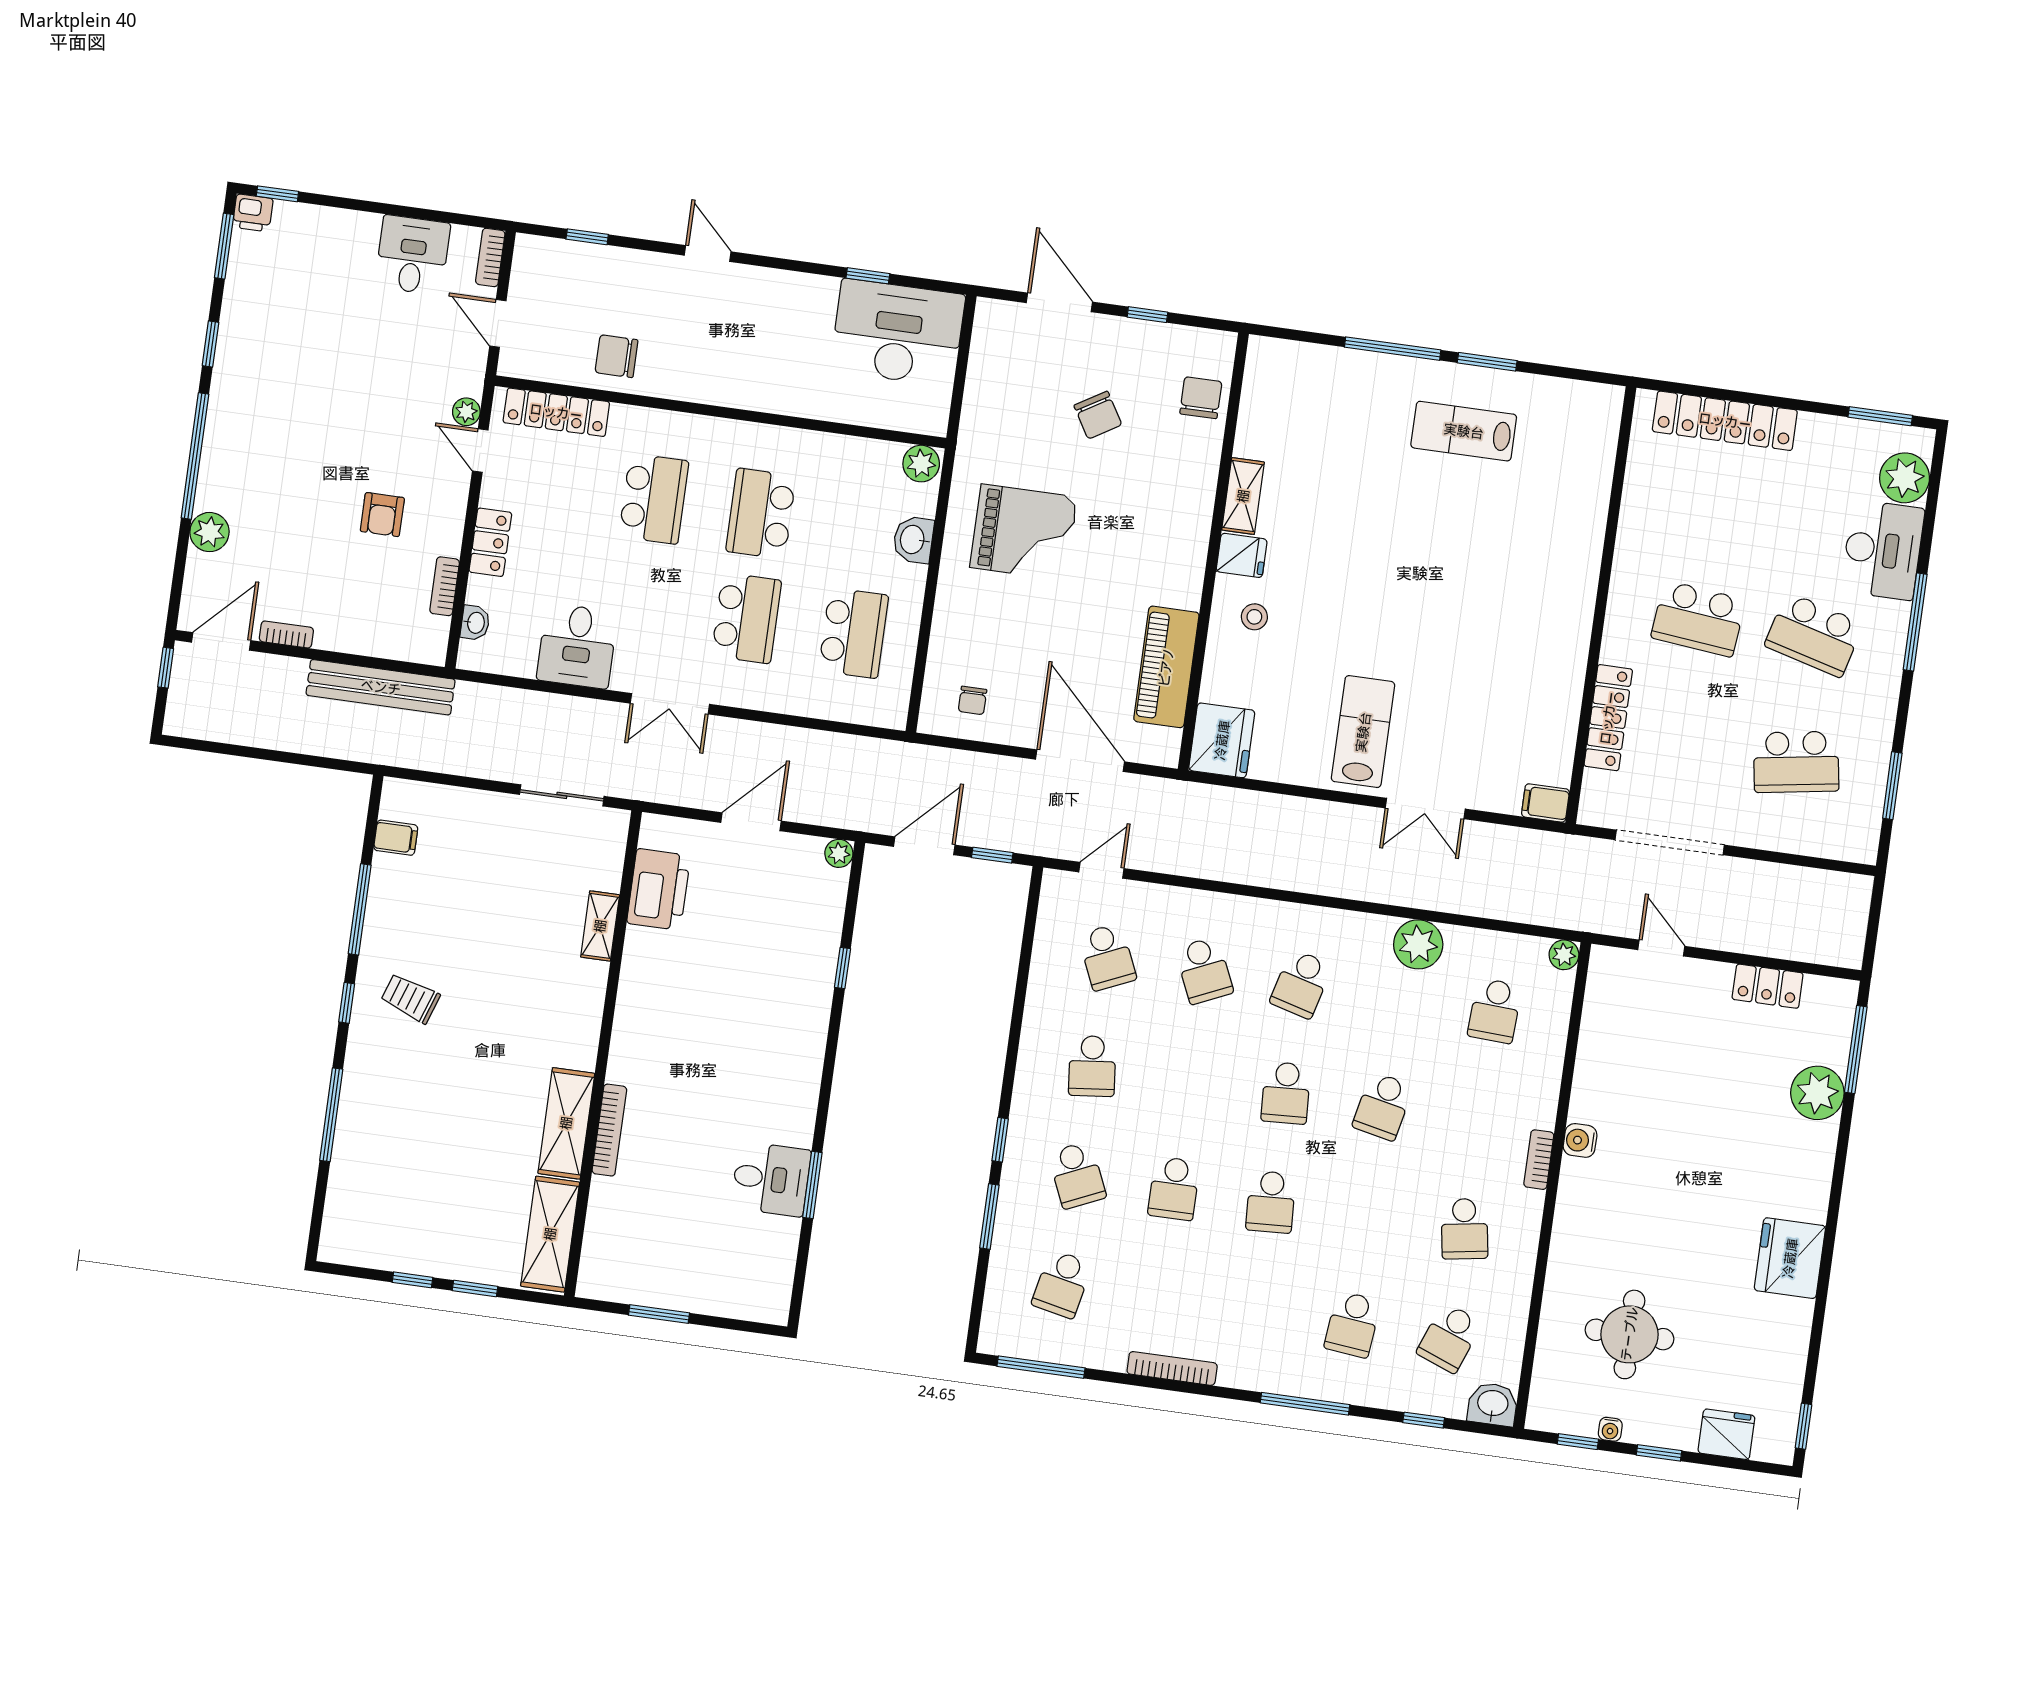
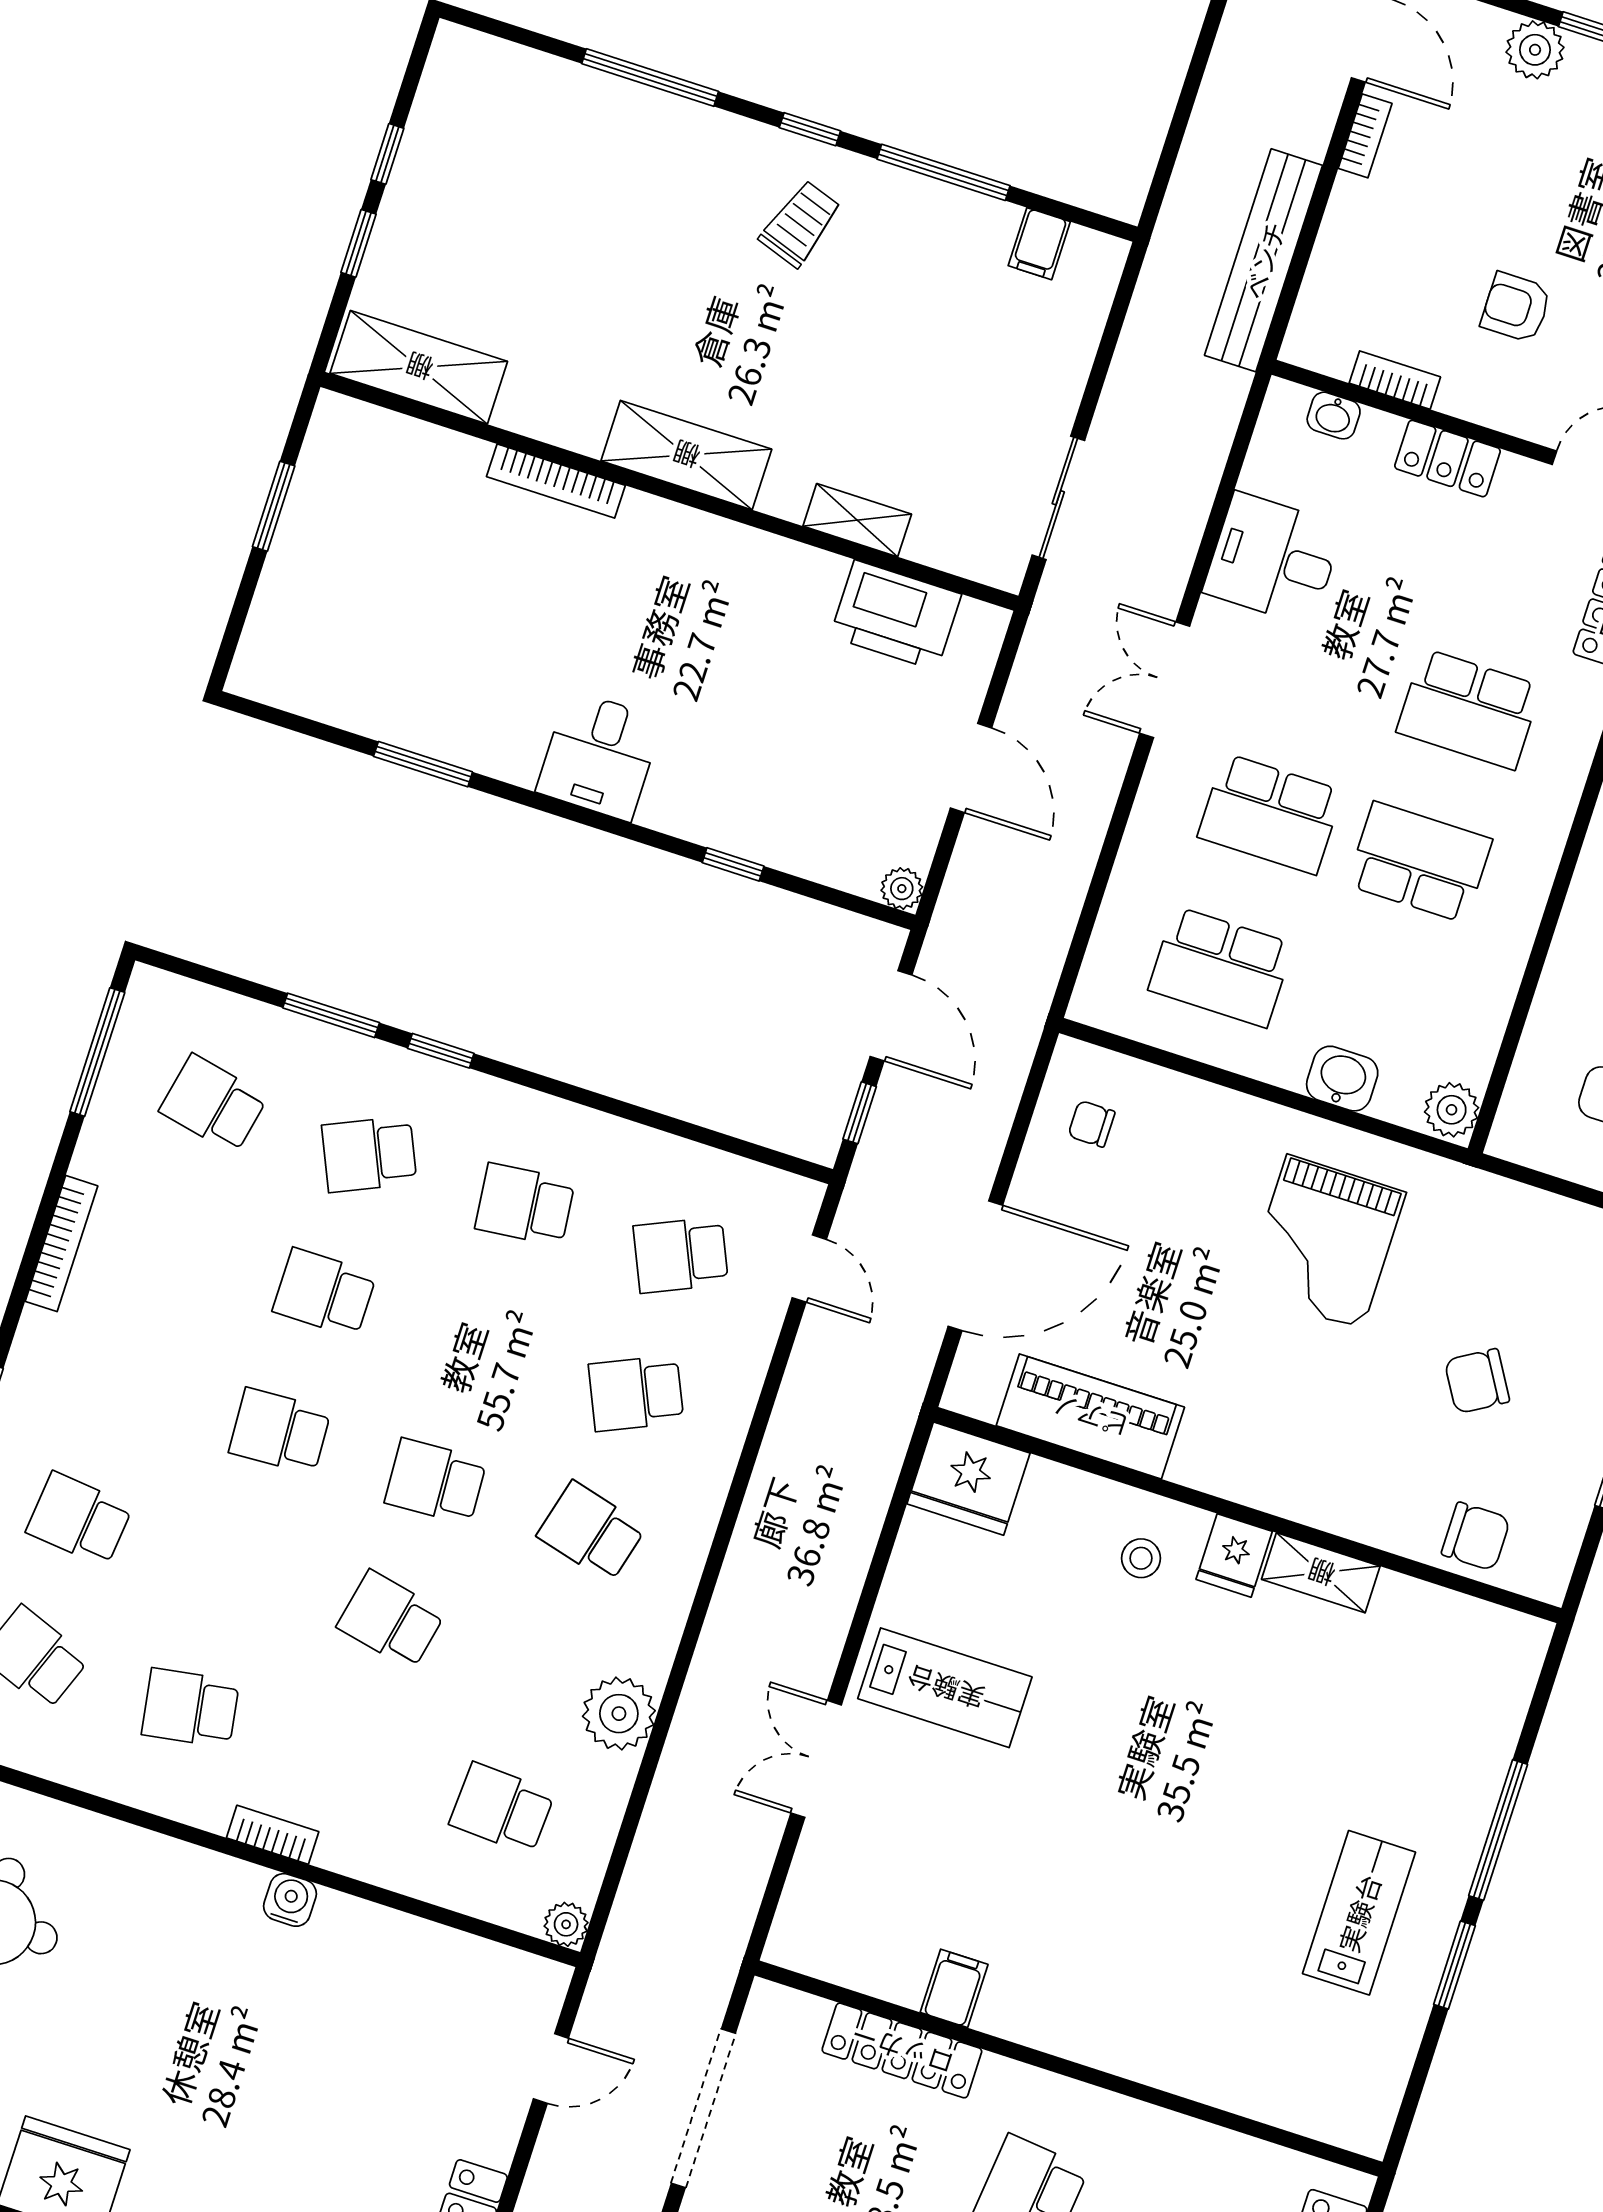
filing cabinet: (1545, 803) -> (954, 1988), moved
shelving: (566, 1123) -> (686, 455), moved
desk: (771, 1179) -> (599, 756), moved

